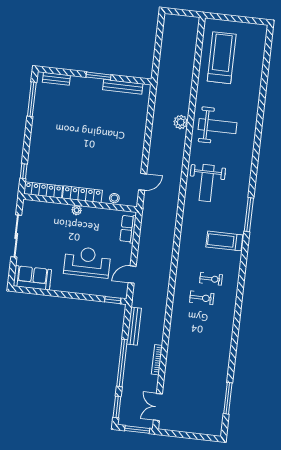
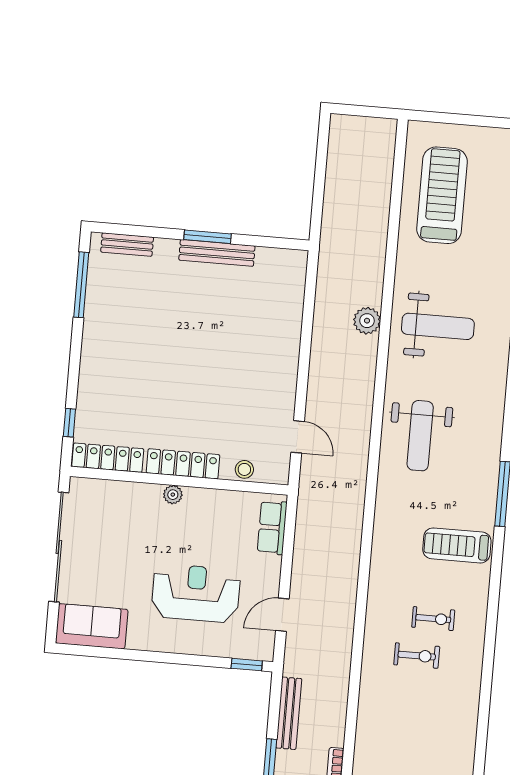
bench: (123, 87) -> (217, 253), moved
door: (143, 182) -> (298, 437), hinge flipped
sliding door: (16, 236) -> (59, 547), width x1.36

